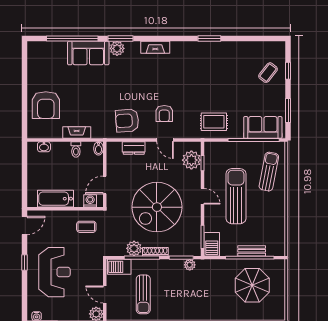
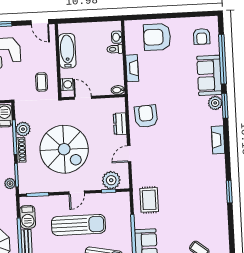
armchair: (164, 114) -> (202, 36), moved, turned -90
toilet: (76, 149) -> (115, 49), moved
spiral stairs: (157, 207) -> (64, 149), turned 180
barbecue: (212, 244) -> (28, 217), moved, turned -90

